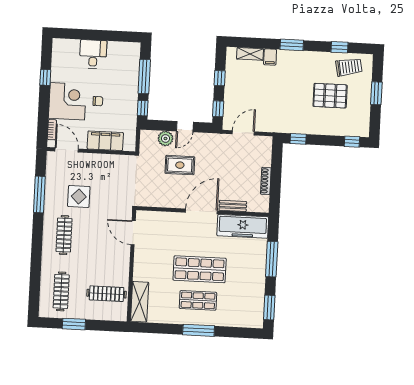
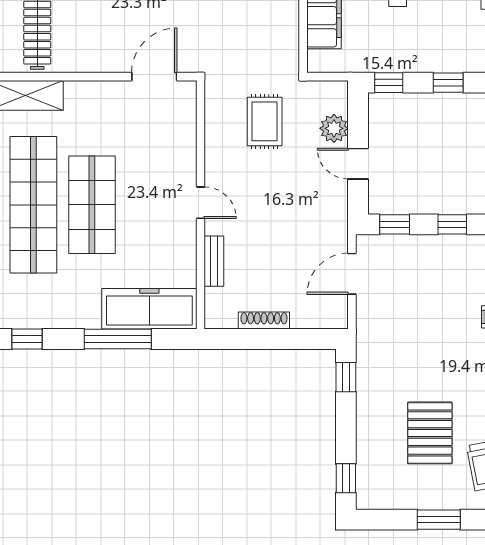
window: (144, 77) -> (448, 83), width x0.46
door: (243, 133) -> (352, 274), swing flipped
rug: (180, 165) -> (265, 121), moved
door: (201, 211) -> (201, 203), width x0.53
freezer: (243, 226) -> (149, 309), moved, turned 90
shop shelf: (198, 300) -> (33, 205), width x2.00, depth x1.36
window: (269, 307) -> (27, 339), width x0.67

